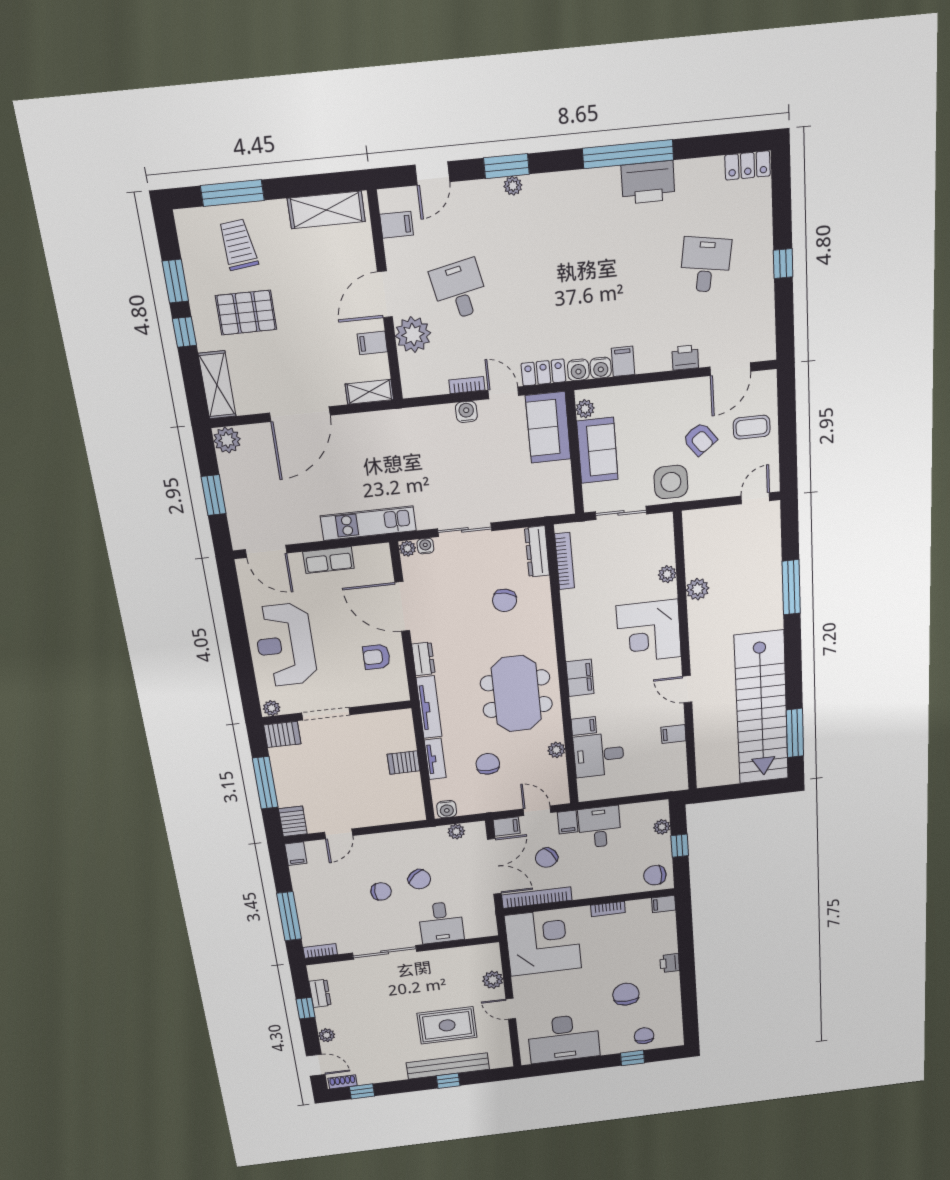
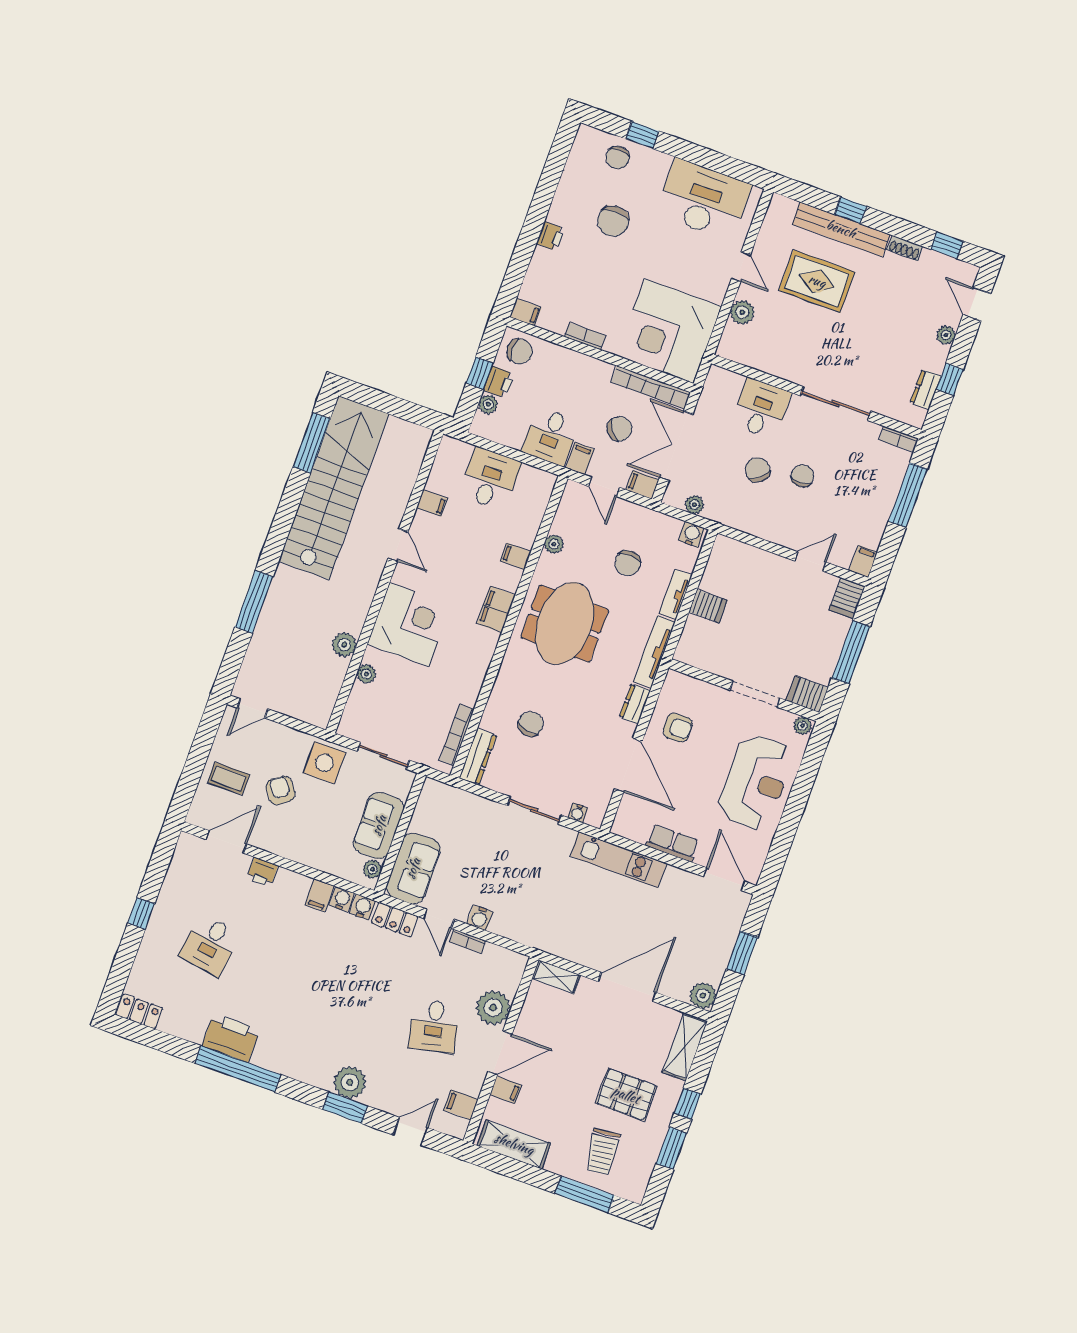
plant: (513, 186) -> (350, 1082), width x1.88, depth x1.88
filing cabinet: (372, 343) -> (506, 1090), moved
plant: (407, 548) -> (595, 819), removed
desk: (599, 755) -> (490, 479), moved, turned -90
printer: (661, 846) -> (499, 382), added
chair: (381, 891) -> (802, 476), turned 90
shoe rack: (343, 1082) -> (905, 248), moved

